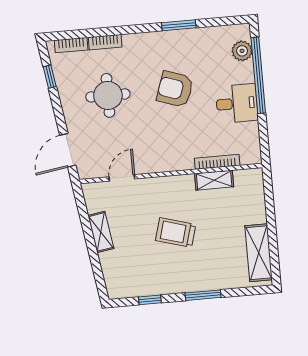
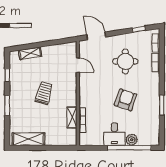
plant: (242, 51) -> (132, 140), moved
shelving: (101, 232) -> (30, 53), moved

